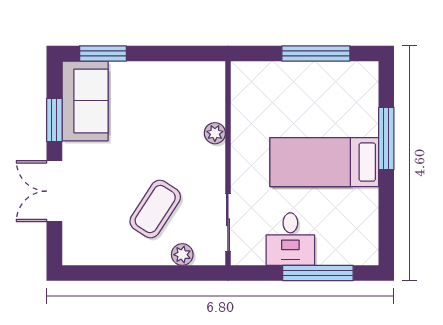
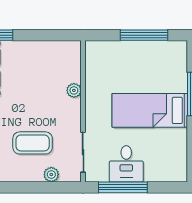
coffee table: (155, 209) -> (33, 143), turned 57
window: (318, 273) -> (123, 187), moved

